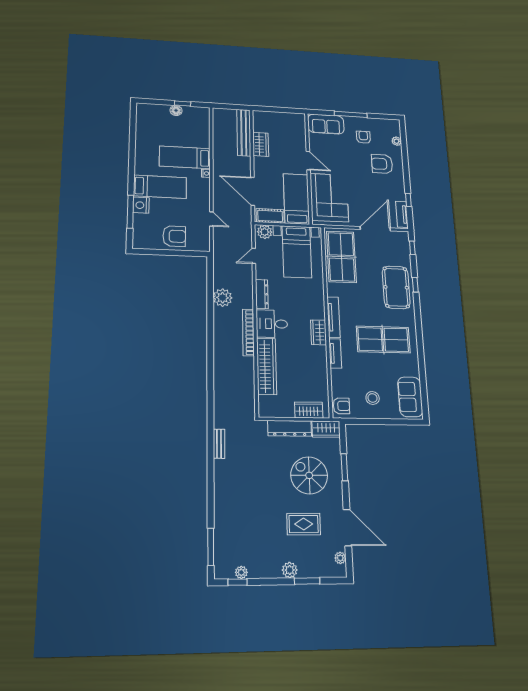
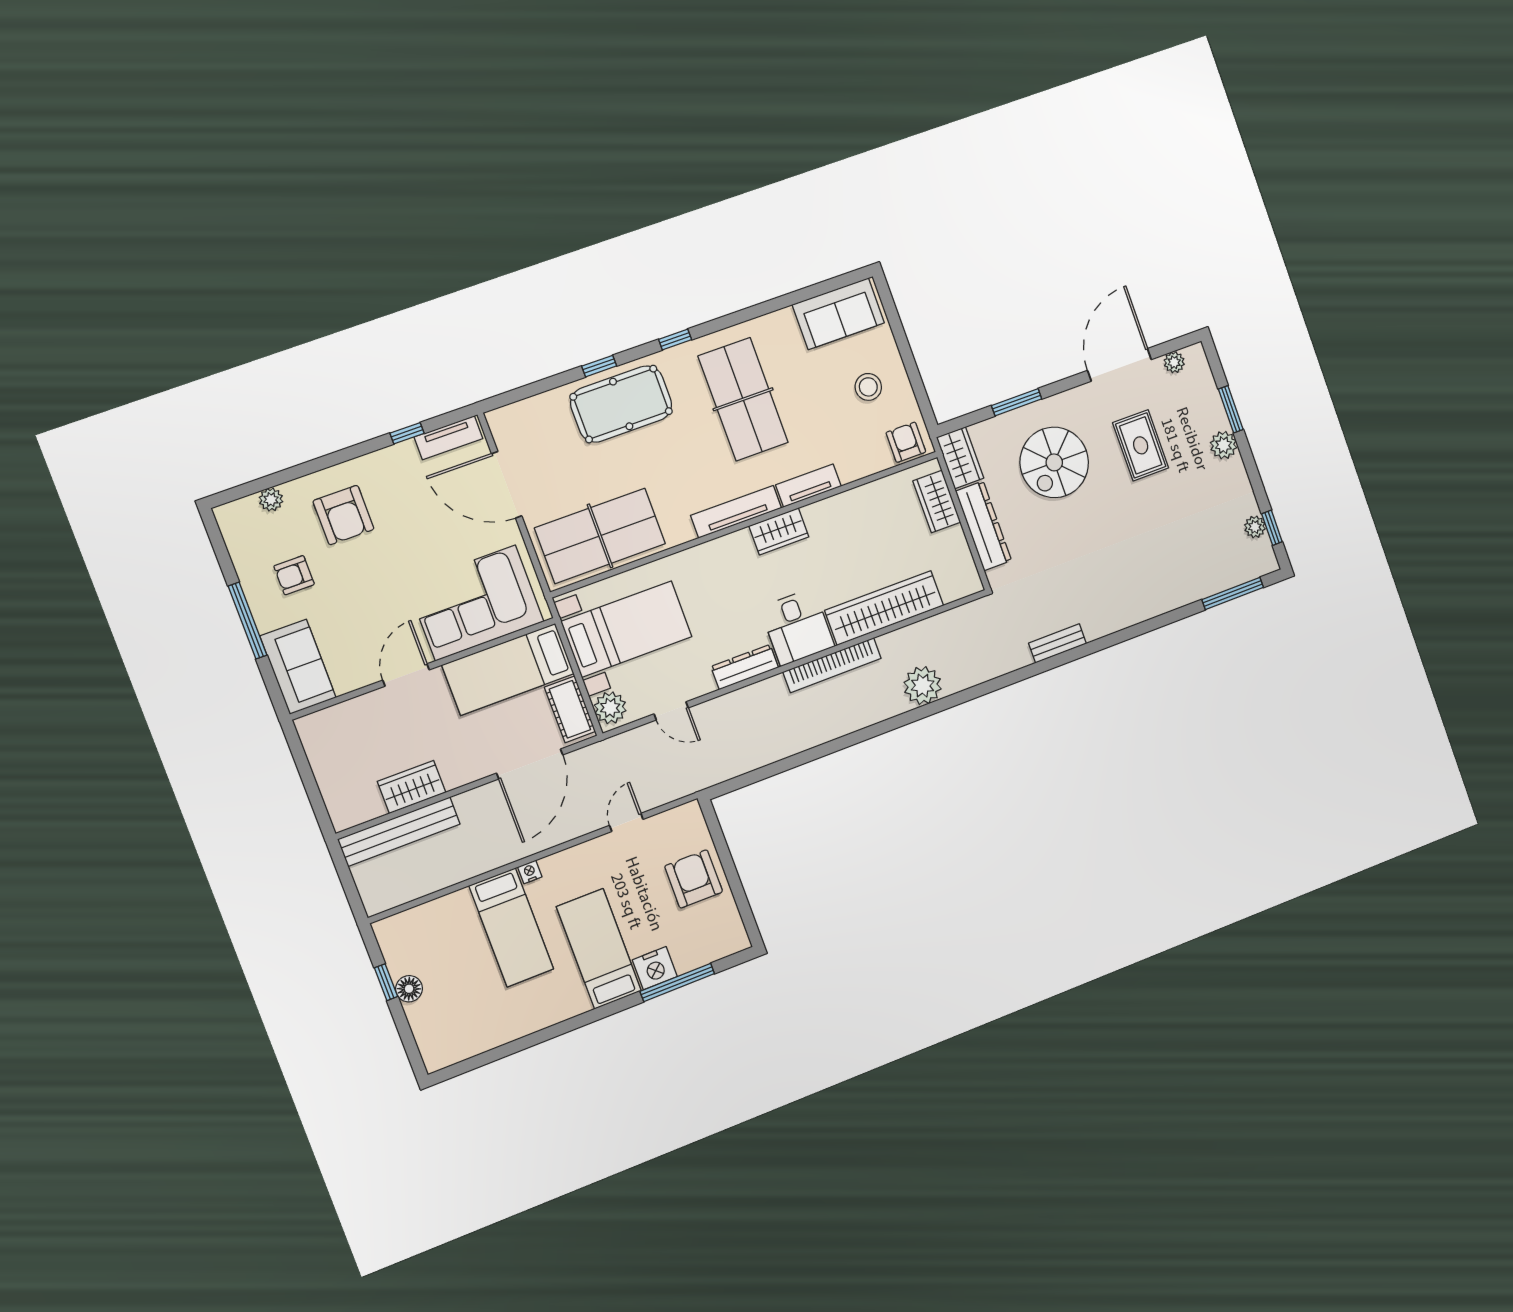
window: (412, 248) -> (675, 339), moved
plant: (223, 298) -> (923, 686), moved

